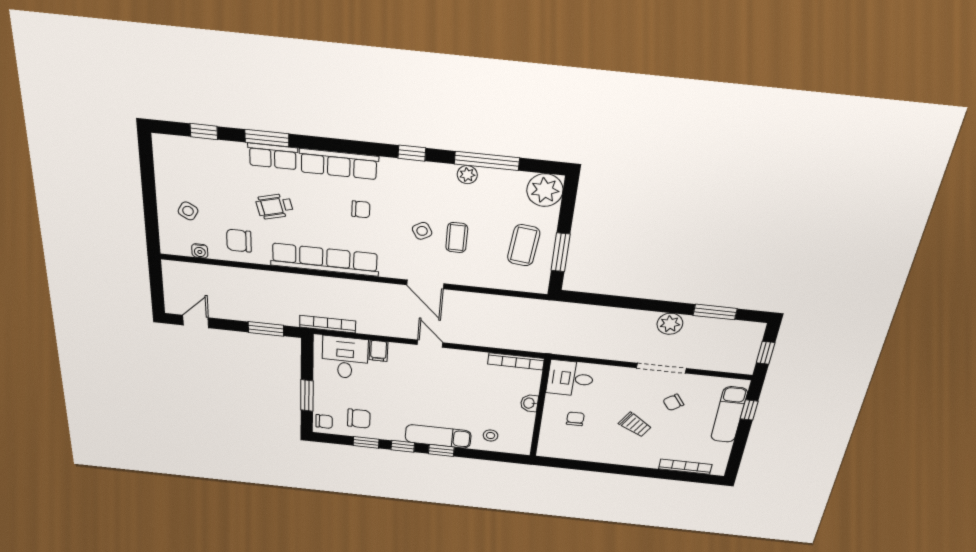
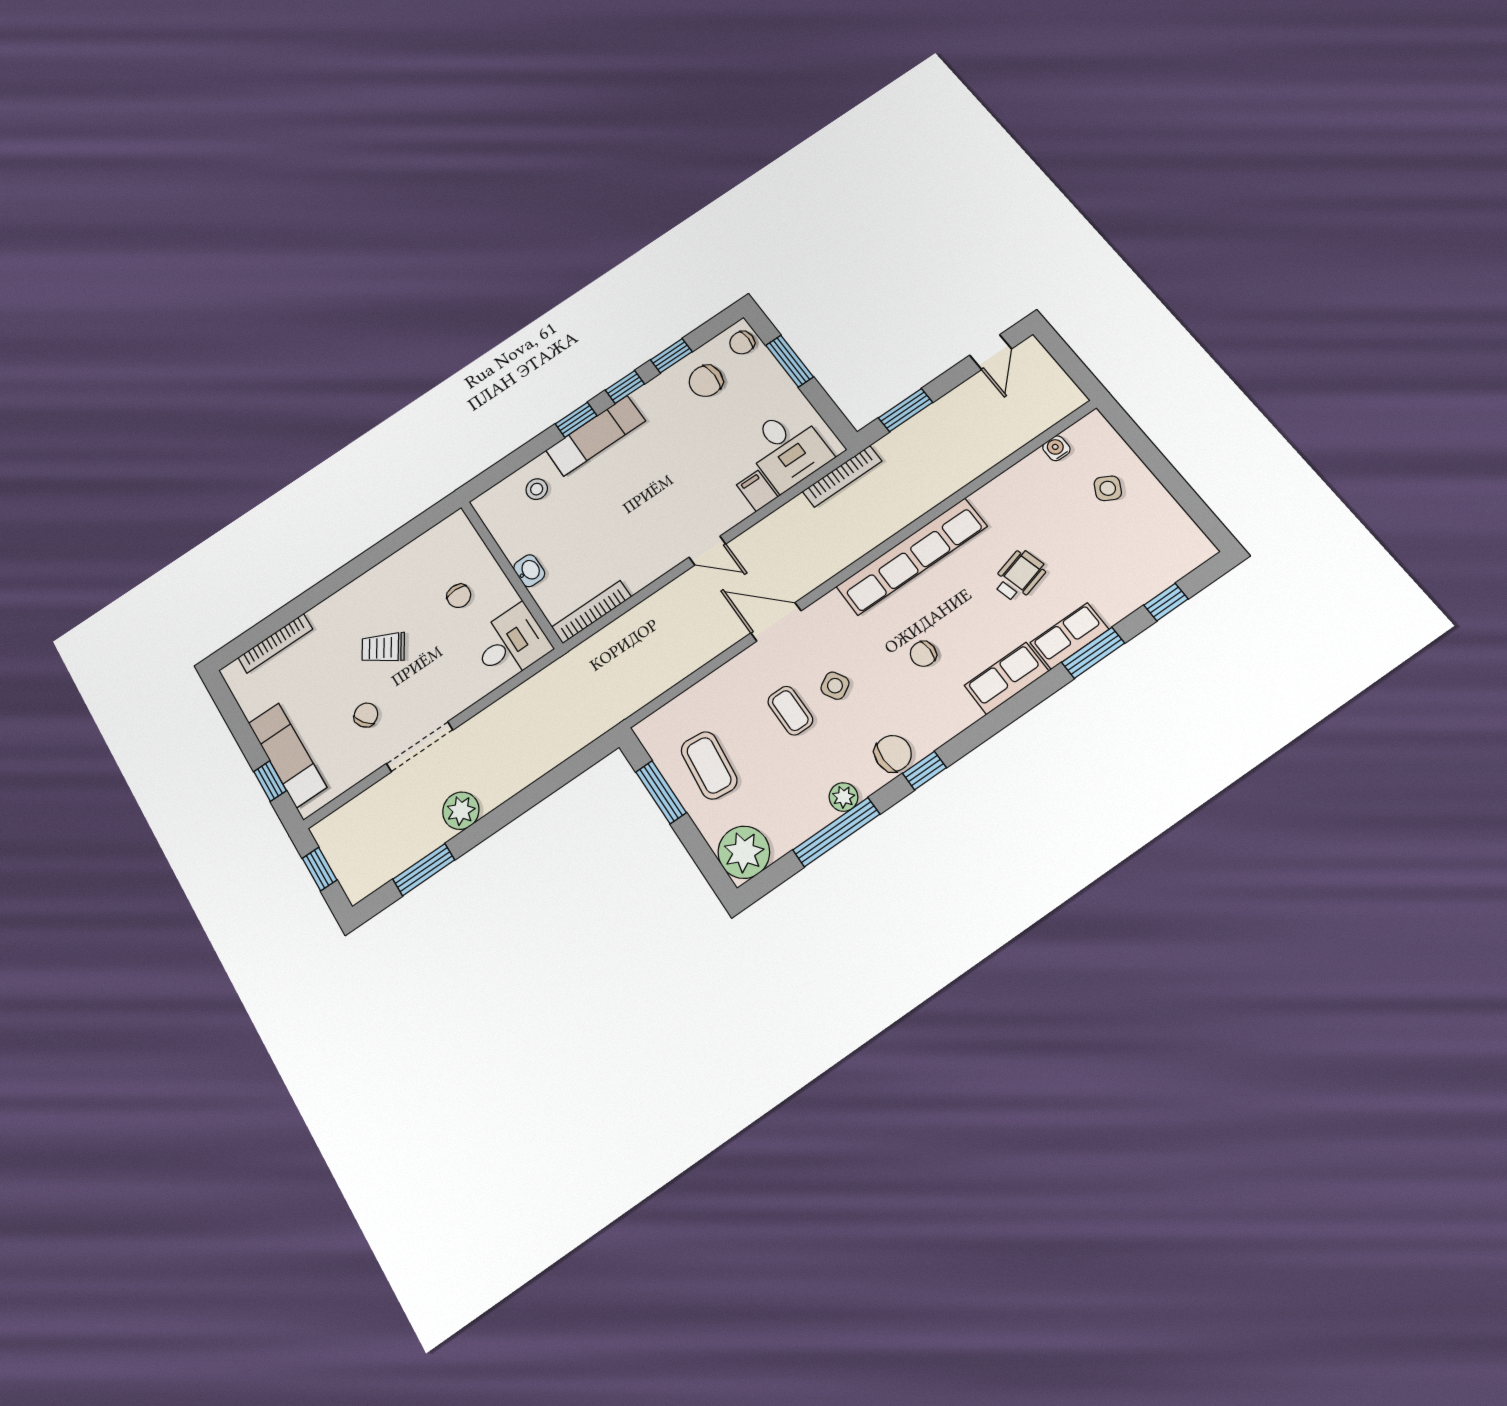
row of seats: (339, 164) -> (1007, 678), width x0.68
chair: (239, 241) -> (893, 753), moved

